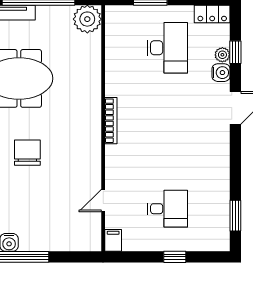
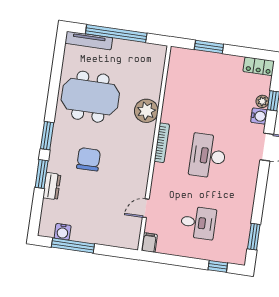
plant: (87, 19) -> (146, 111), moved
desk: (167, 48) -> (208, 156), moved, turned 180
window: (175, 257) -> (218, 266), moved

